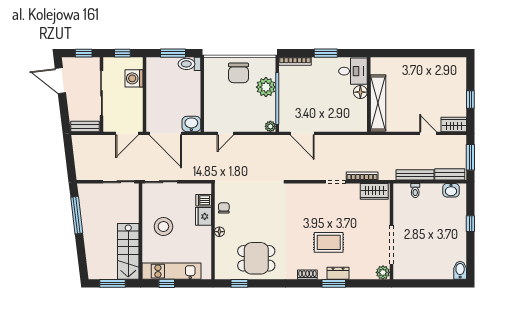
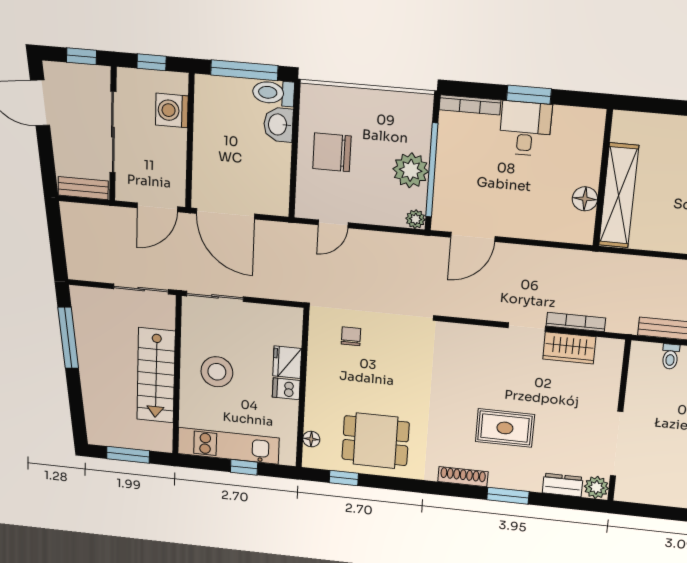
window: (173, 53) -> (244, 70), width x1.44
desk: (353, 71) -> (525, 128), moved, turned -90
chair: (239, 73) -> (332, 152), moved, turned 90
plant: (266, 87) -> (411, 170), moved
floor lamp: (360, 92) -> (585, 199), moved
washbasin: (191, 124) -> (278, 125), moved, turned -90
door: (302, 133) -> (473, 237), hinge flipped
wardrobe: (374, 191) -> (569, 348), moved
dishwasher: (204, 200) -> (286, 389), moved
chair: (224, 208) -> (351, 336), moved
floor lamp: (219, 232) -> (311, 439), moved
stairs: (128, 251) -> (156, 375), moved
dresser: (338, 273) -> (563, 485), moved
shoe rack: (307, 275) -> (463, 477), width x1.43
window: (167, 283) -> (244, 467), moved

